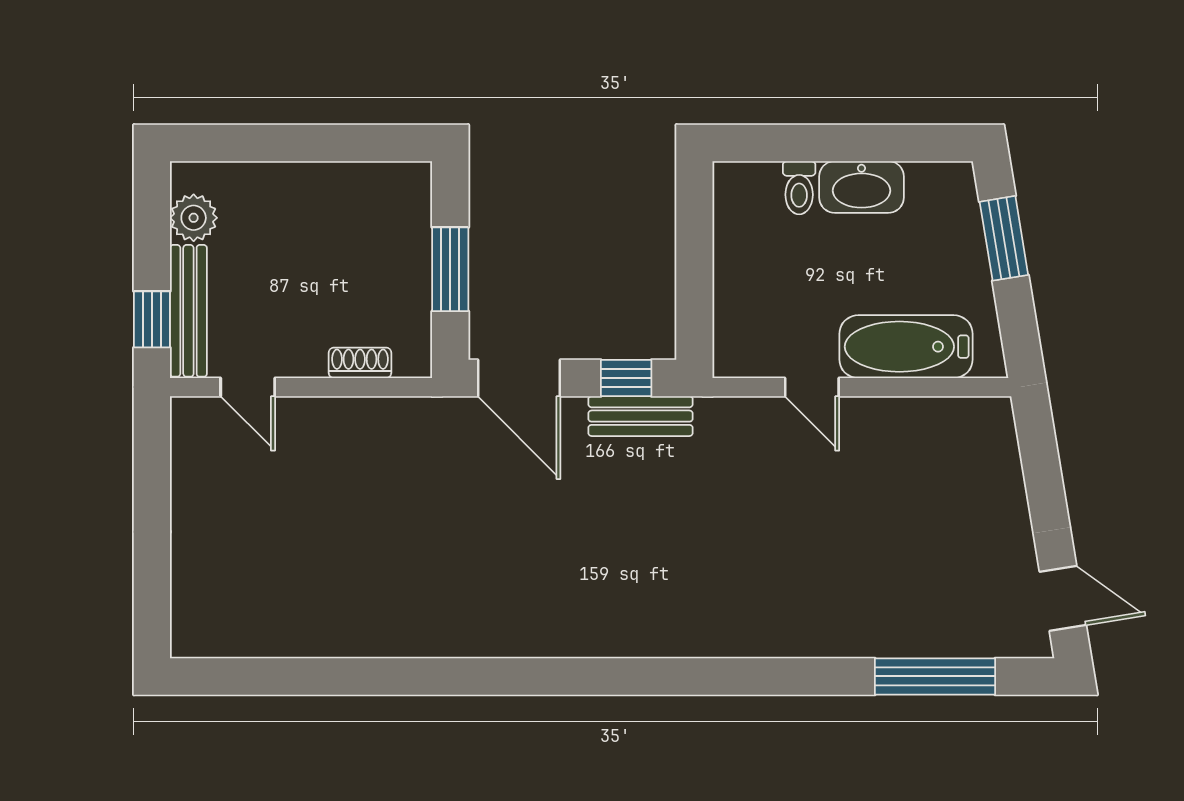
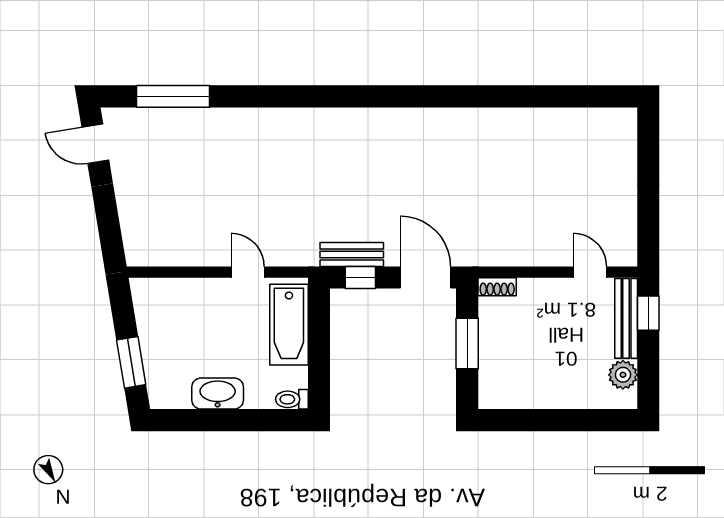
toilet: (799, 188) -> (292, 399), moved, turned -90
bathtub: (906, 347) -> (289, 325), moved, turned 90
shoe rack: (360, 363) -> (497, 287), moved

